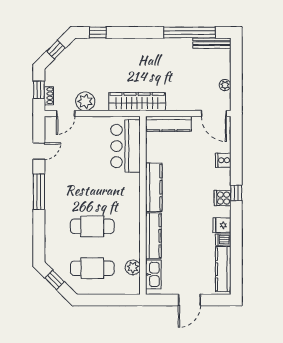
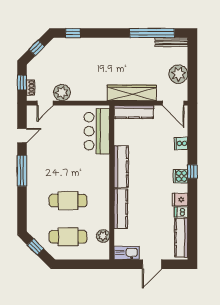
plant: (225, 85) -> (178, 74), width x1.88, depth x1.88
wardrobe: (137, 102) -> (132, 93), moved
kitchen sink: (153, 274) -> (127, 253), moved, turned -90

